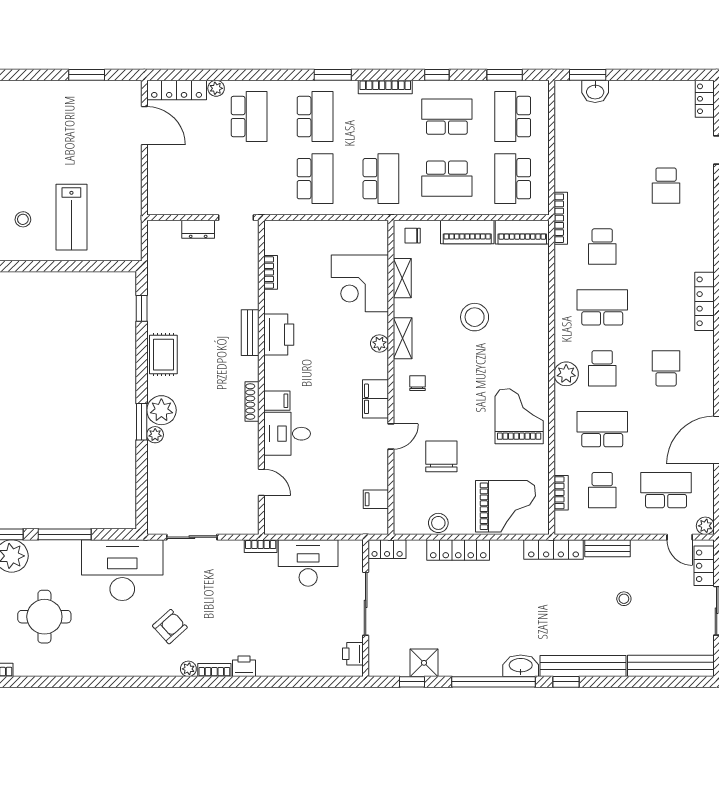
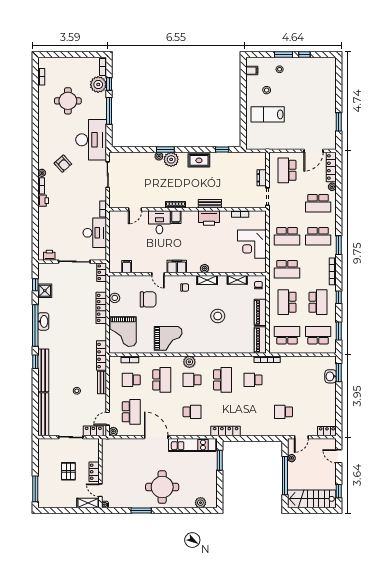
school desk: (183, 179) -> (287, 170), added
corner desk: (360, 283) -> (252, 244), moved, turned -90
washbasin: (521, 666) -> (43, 321), moved

